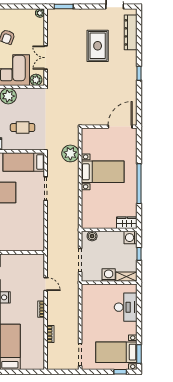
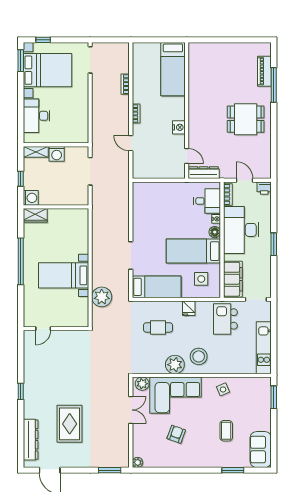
door: (120, 127) -> (43, 329), width x0.53
boiler: (92, 236) -> (76, 200), removed
bed with nightstands: (116, 352) -> (47, 70), width x1.36

